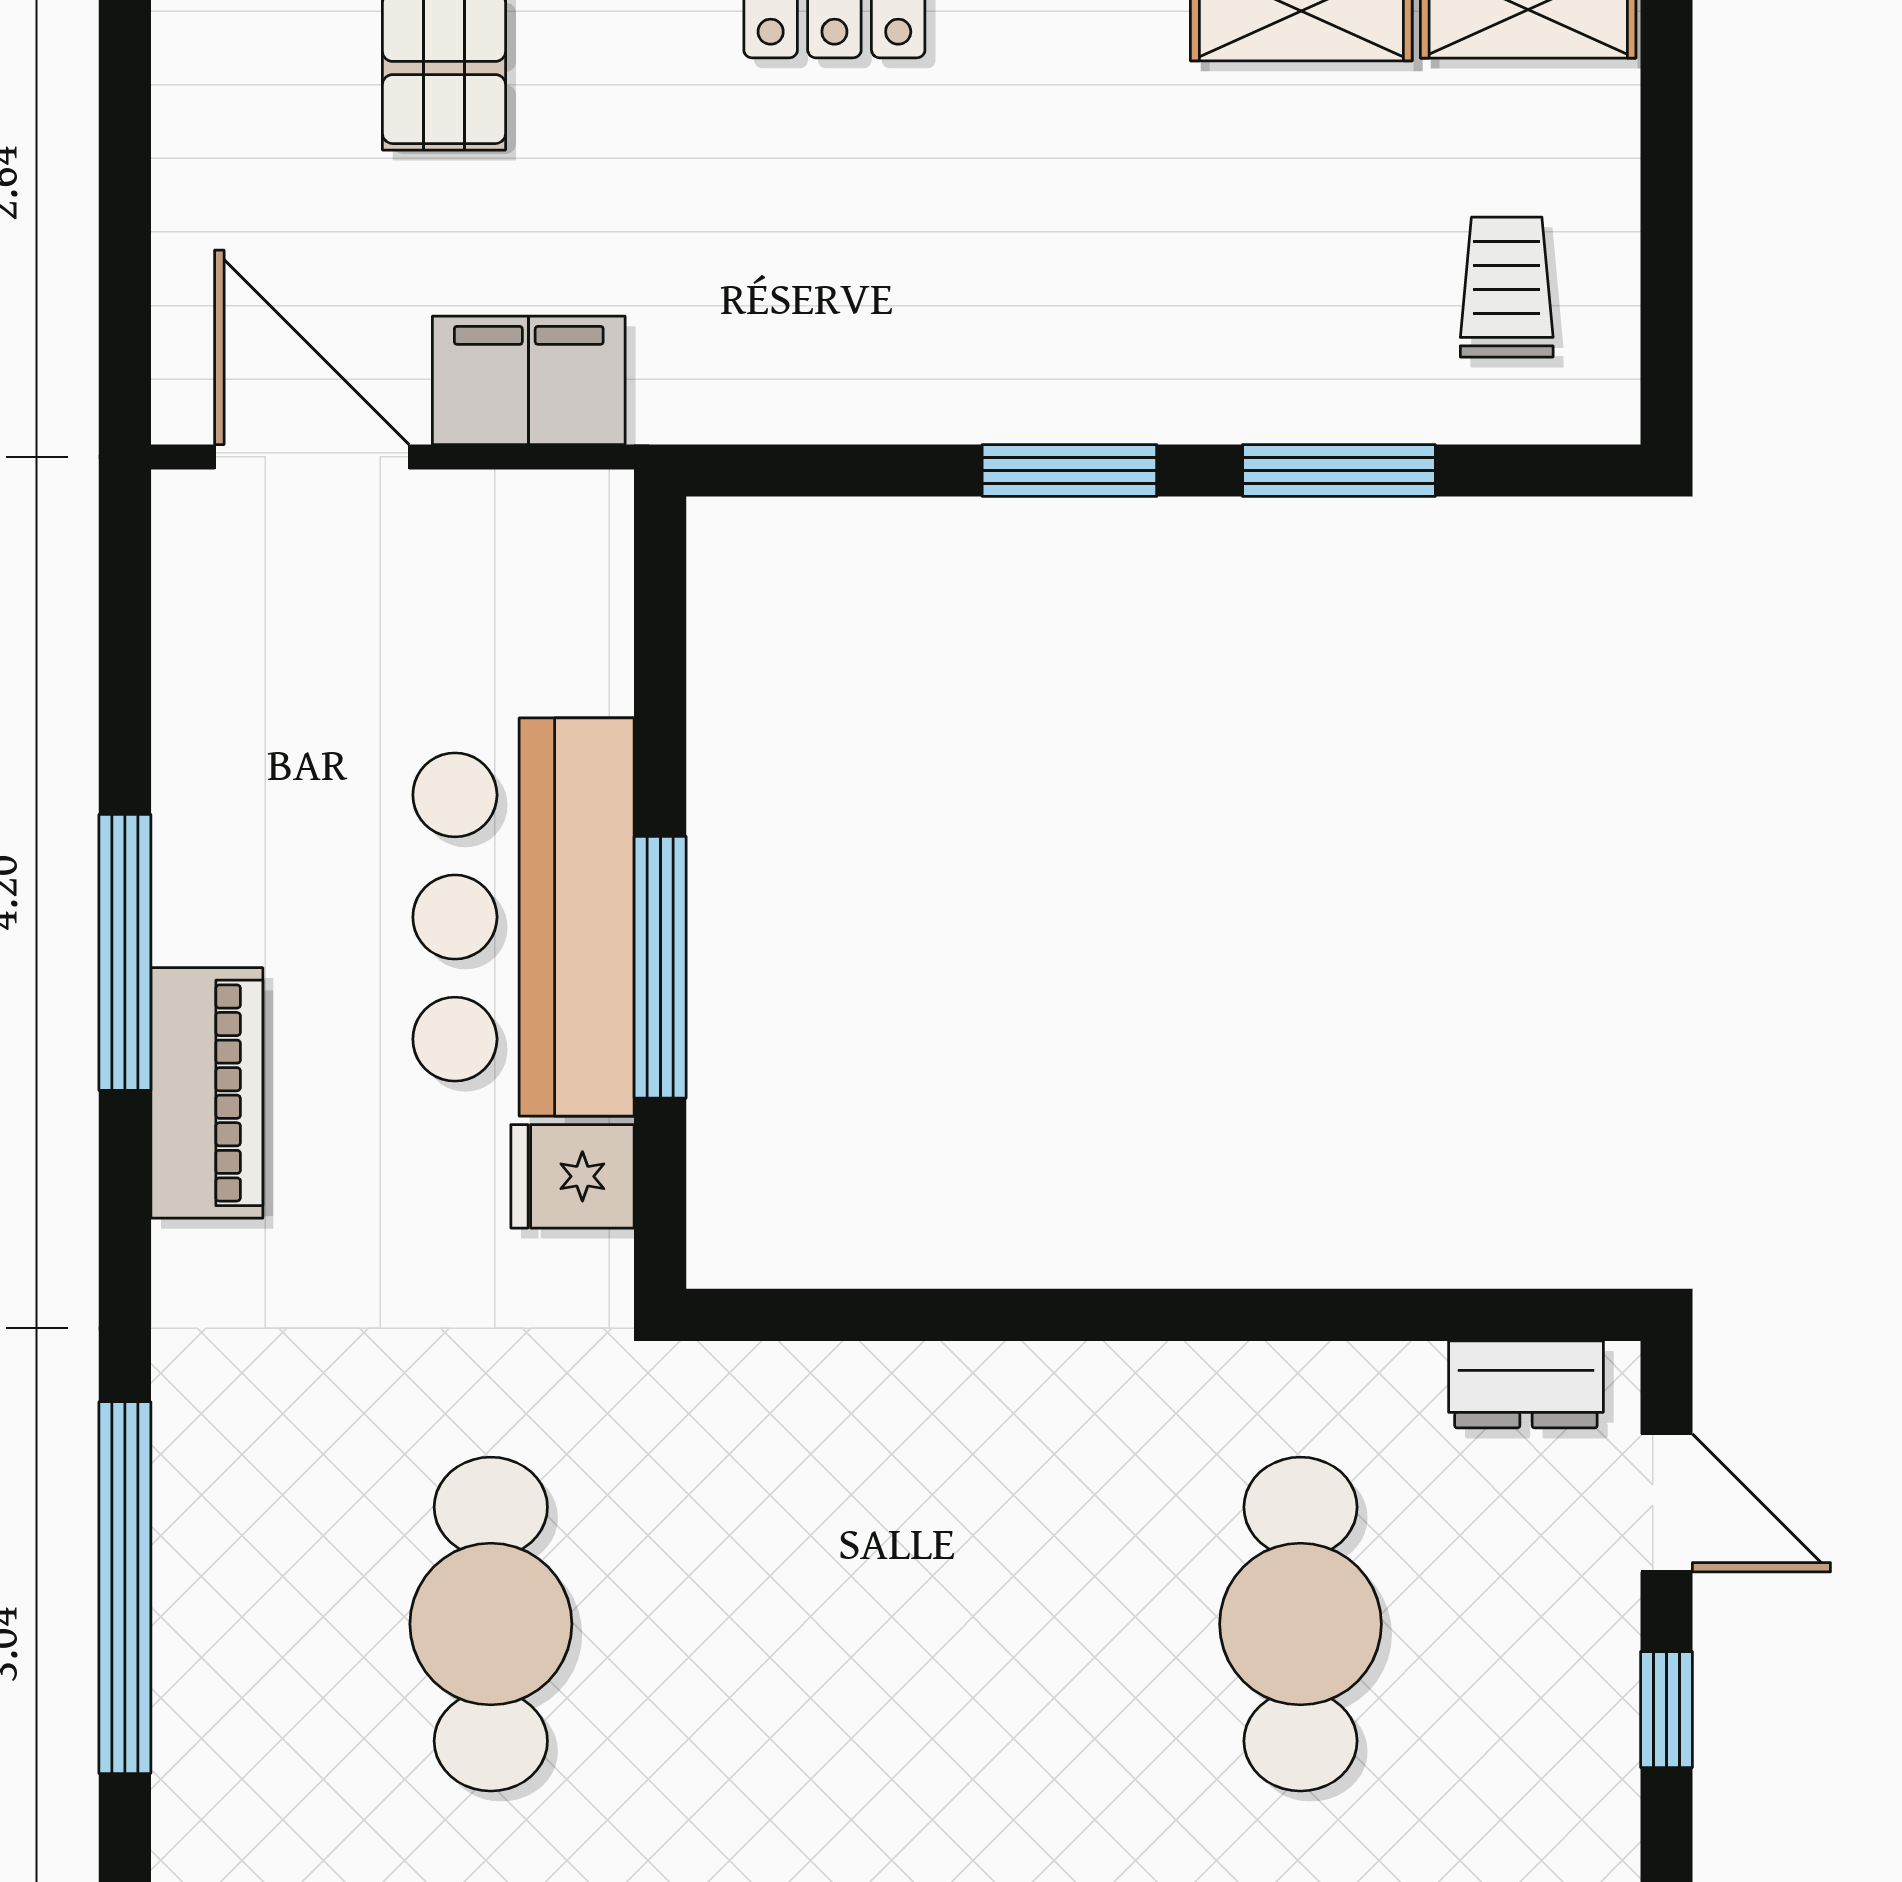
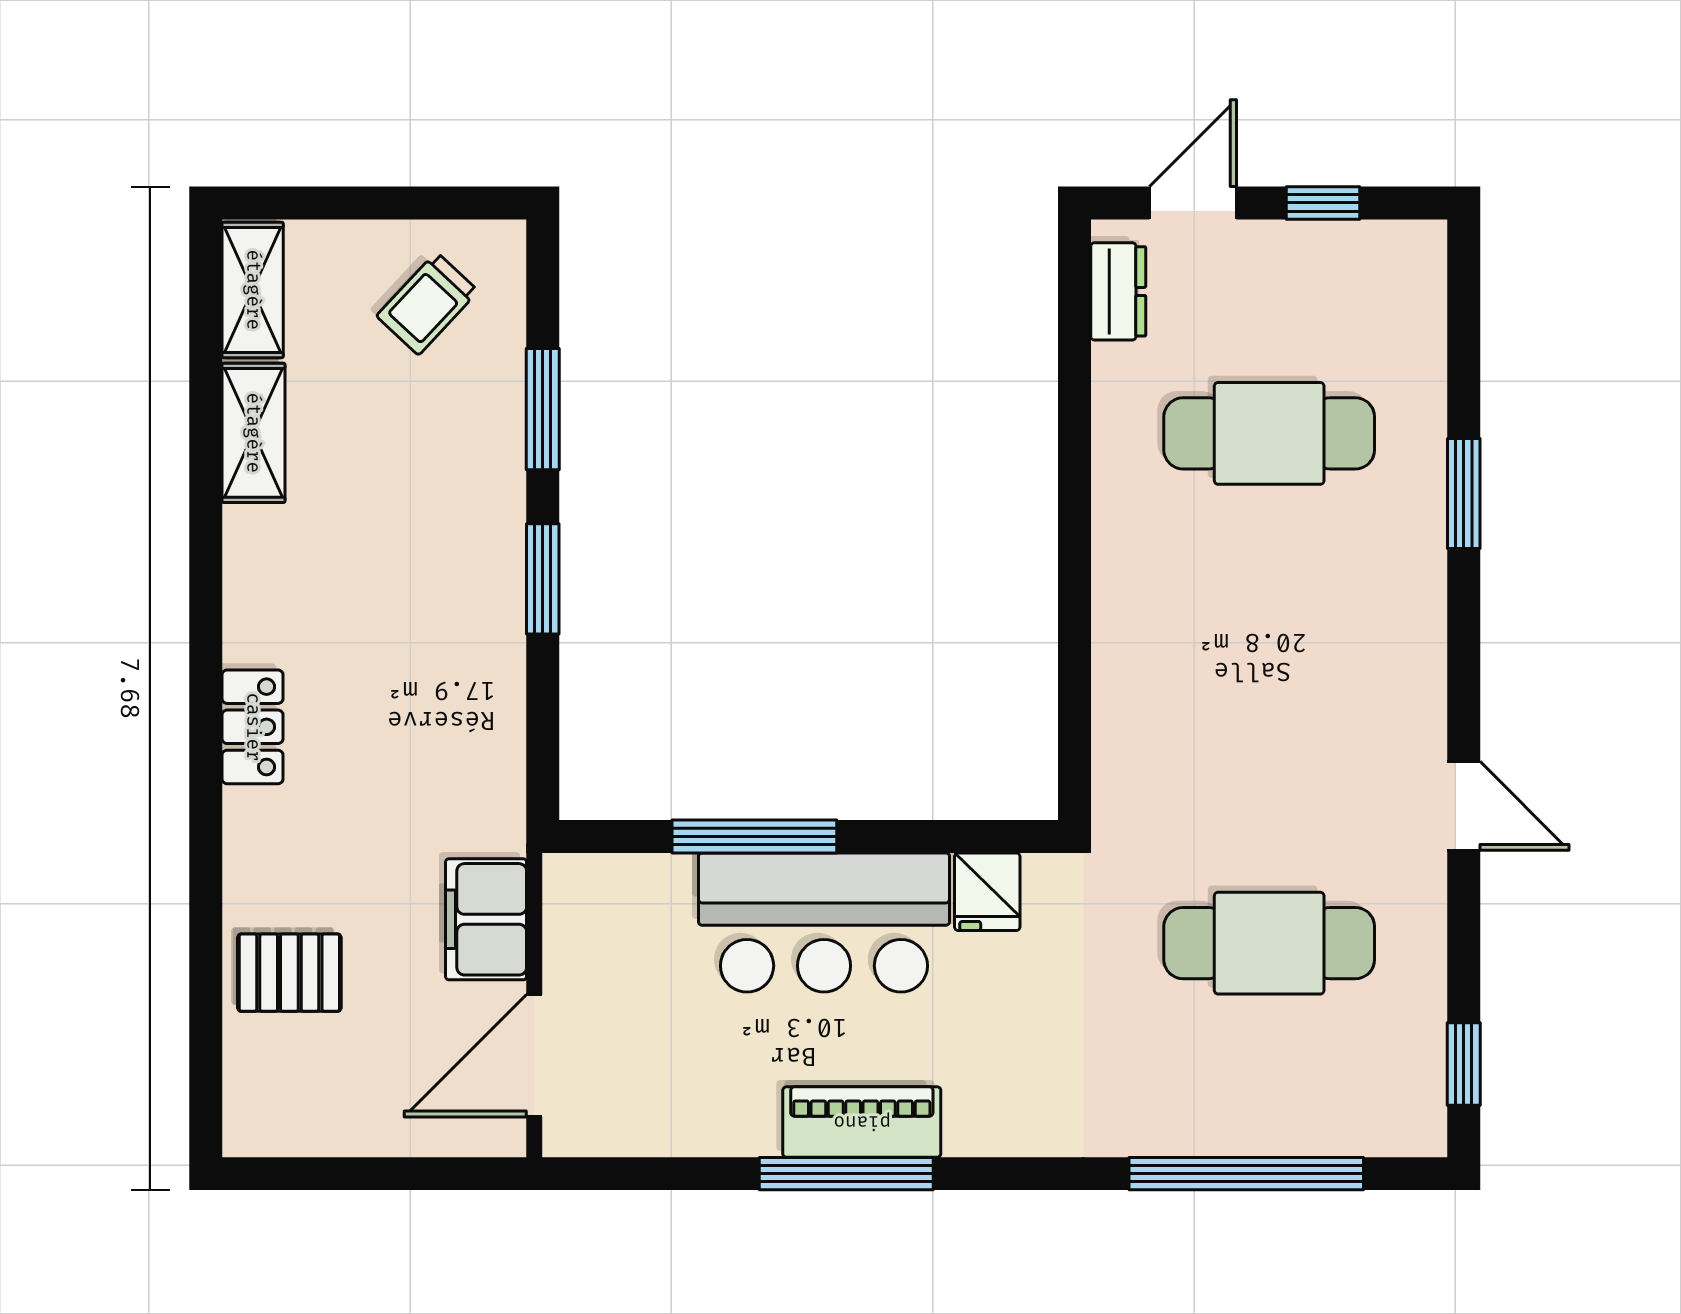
trolley: (1507, 287) -> (427, 304), turned -47
window: (660, 967) -> (754, 837), moved
piano: (207, 1093) -> (862, 1122), moved

